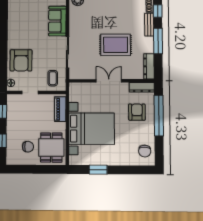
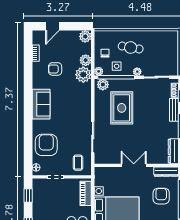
sofa: (57, 21) -> (41, 104), moved, turned 180
rug: (116, 45) -> (122, 108), moved, turned 90
armchair: (21, 60) -> (46, 145), turned 180

